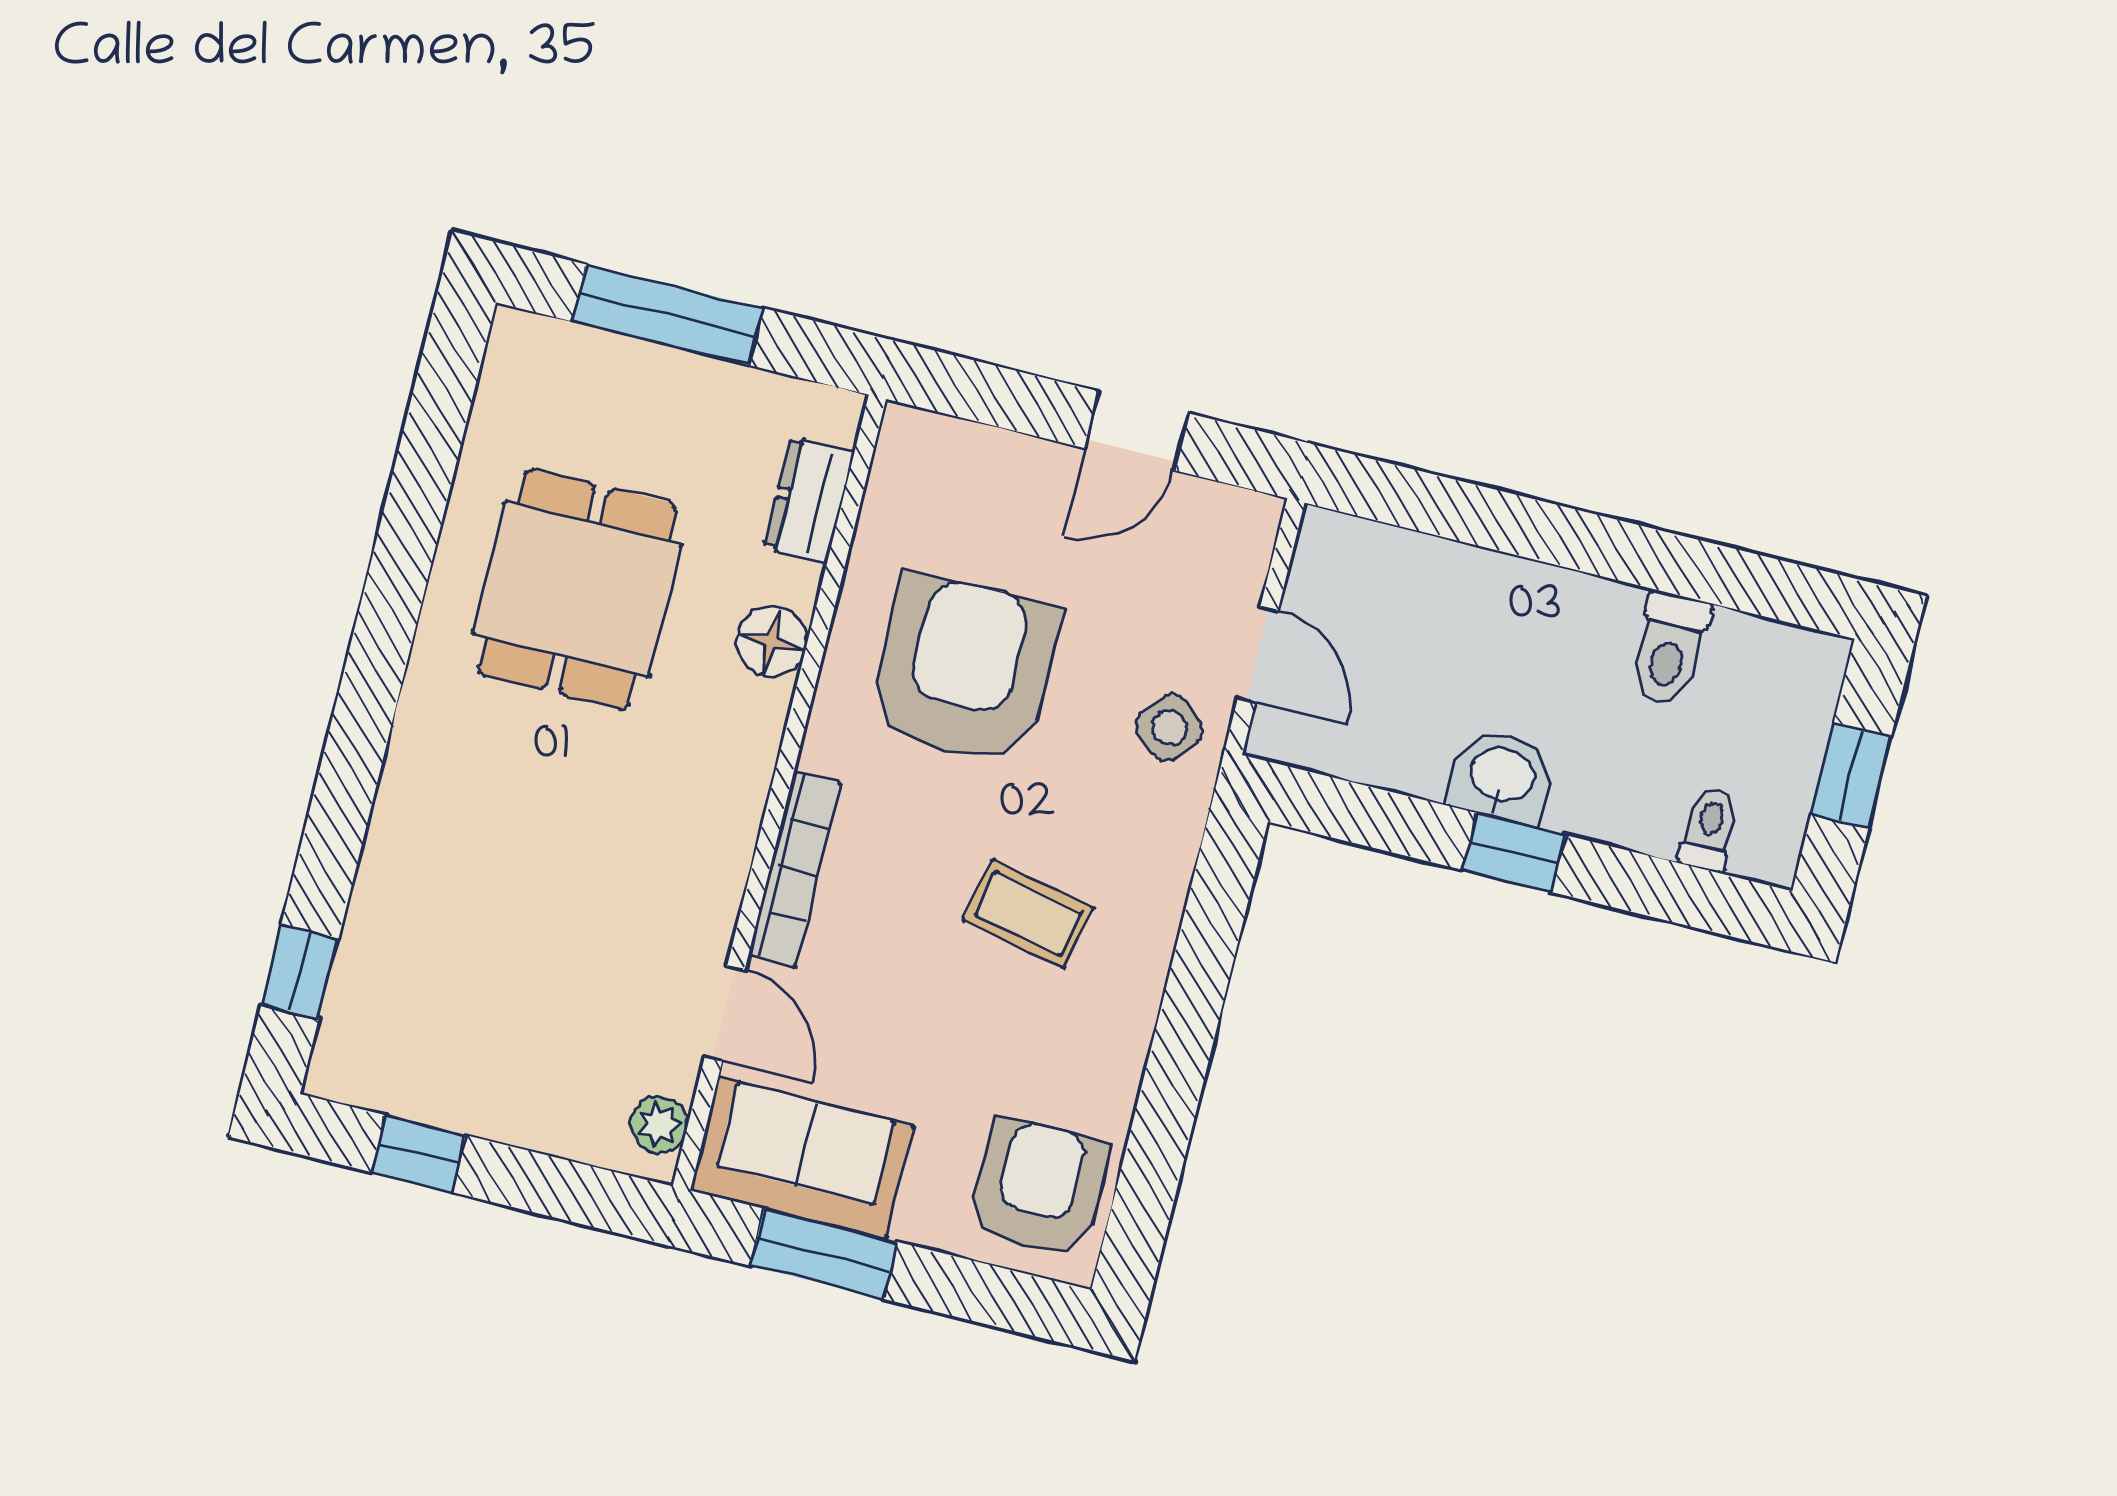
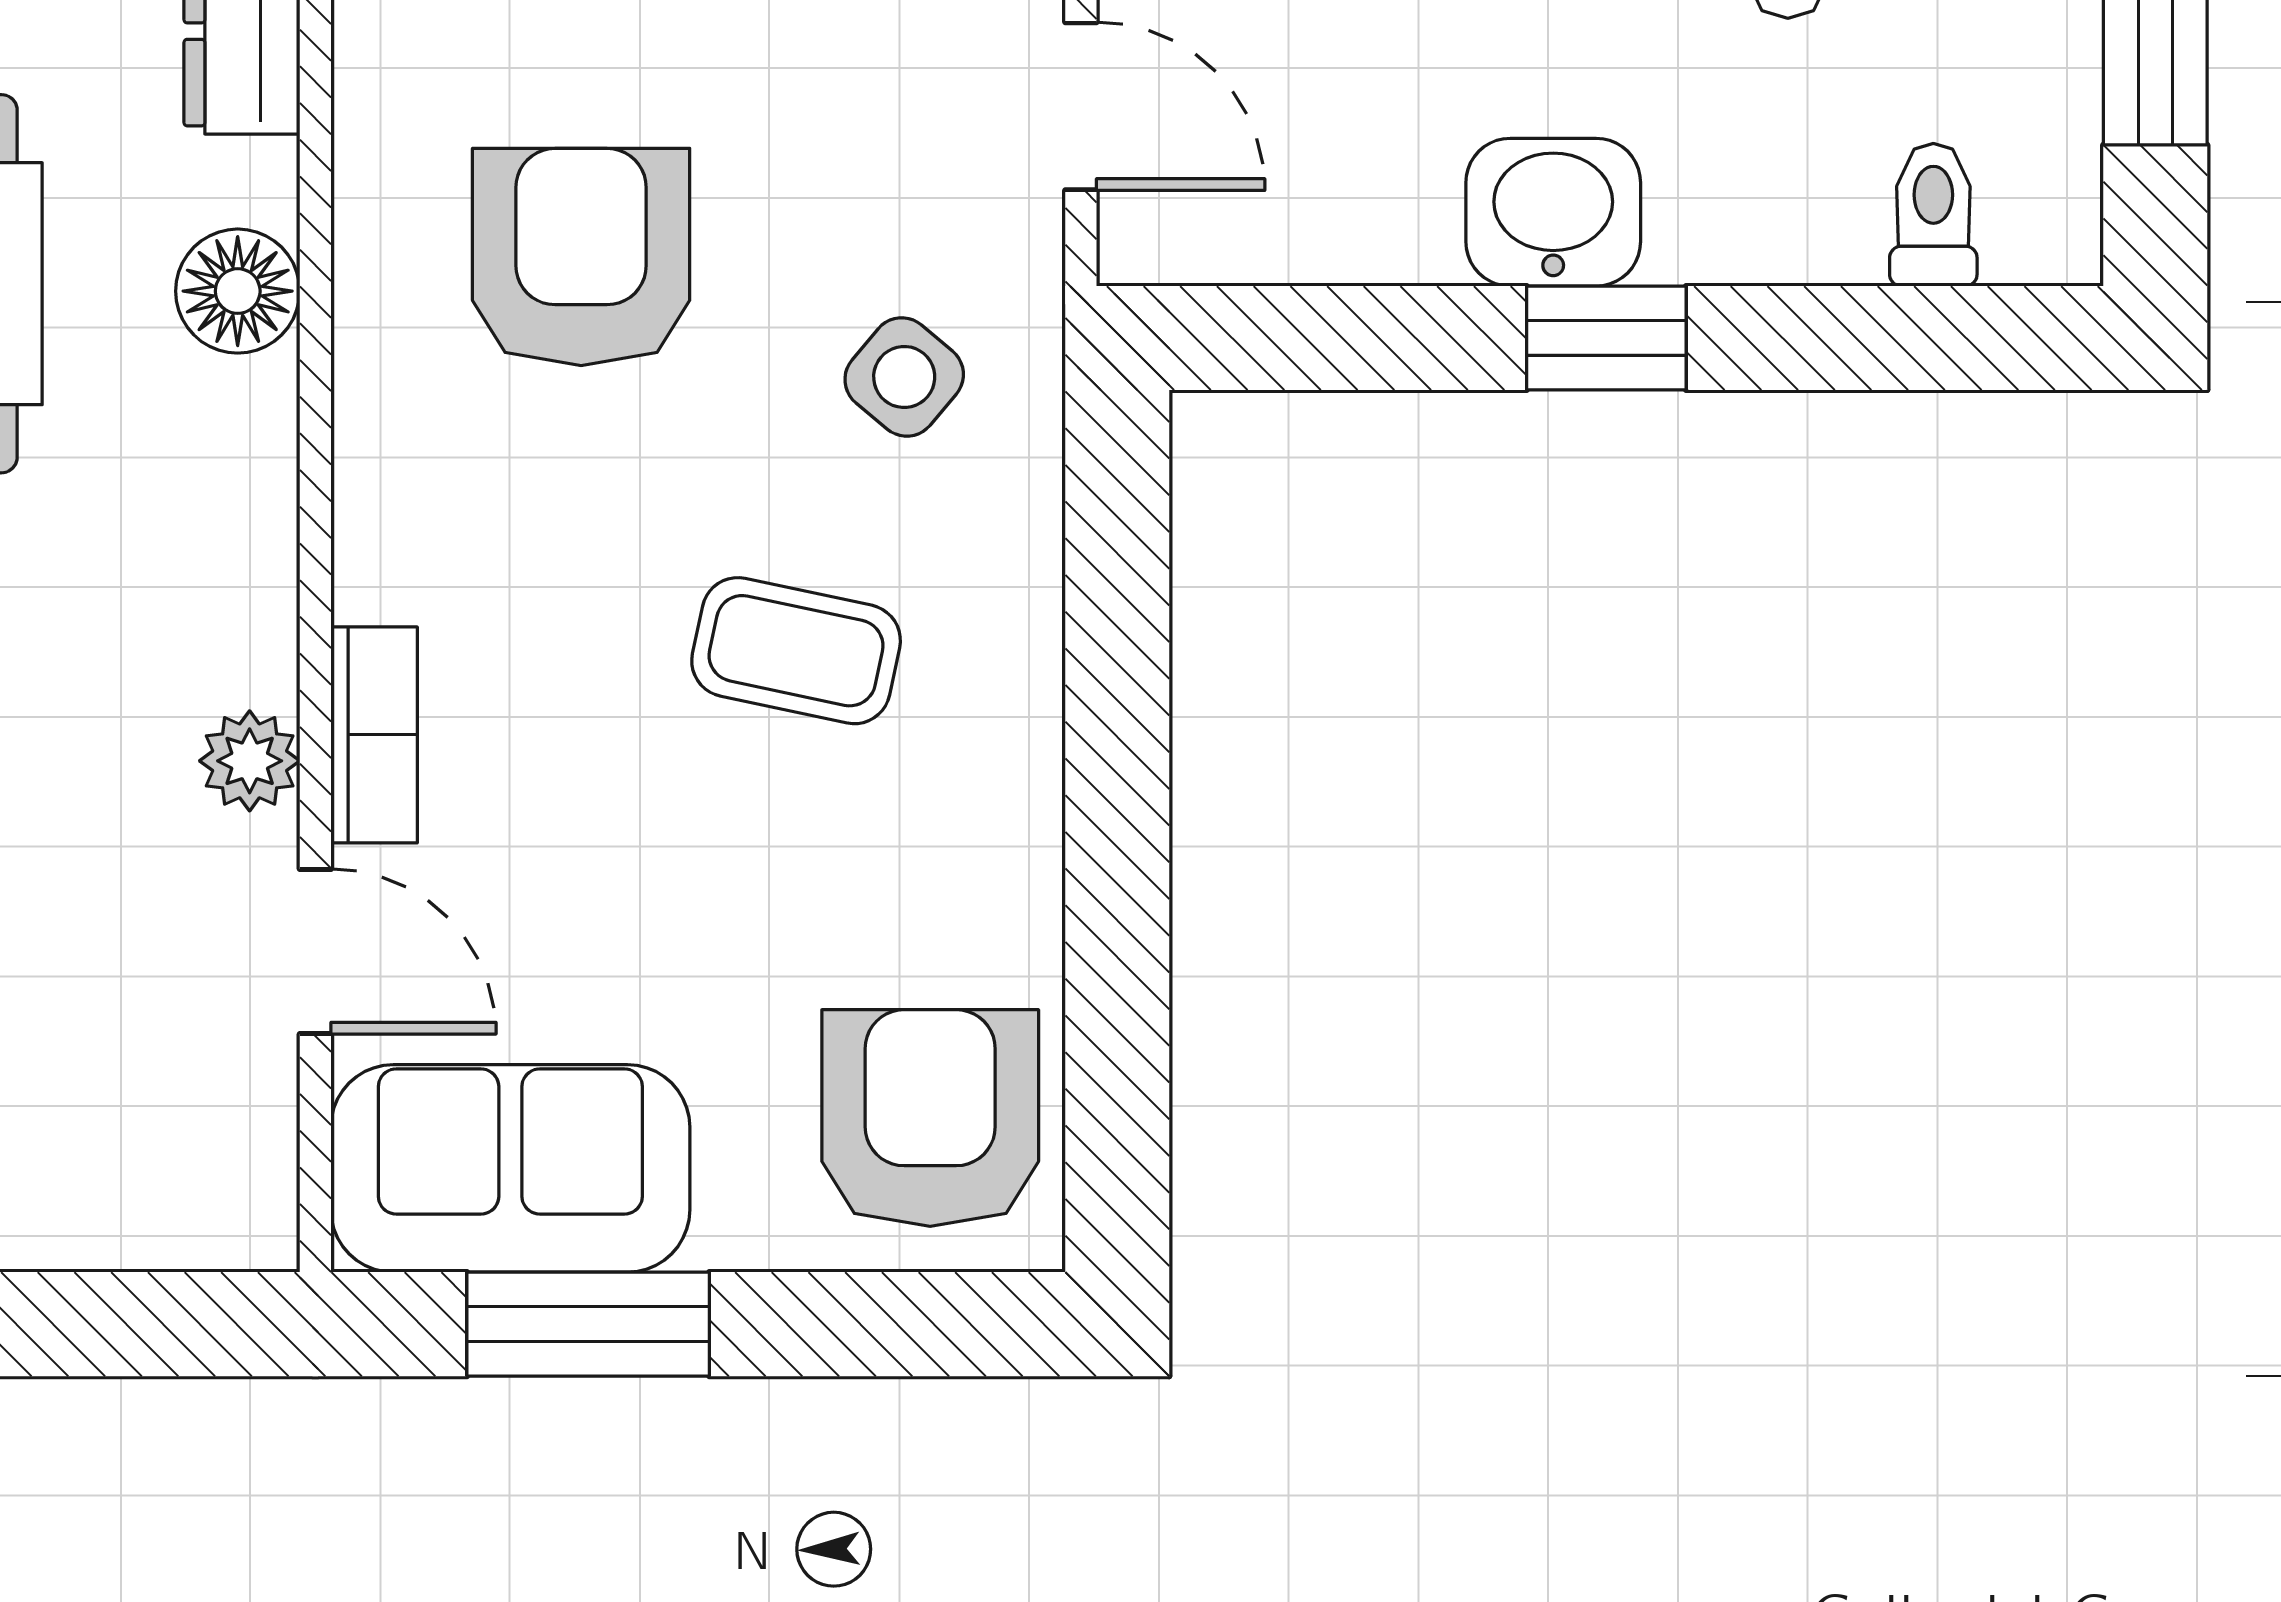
armchair: (964, 669) -> (581, 257), width x0.73, depth x0.73
side table: (1169, 727) -> (904, 377), moved
bookcase: (794, 869) -> (374, 735), width x0.64
plant: (659, 1124) -> (250, 761), moved

